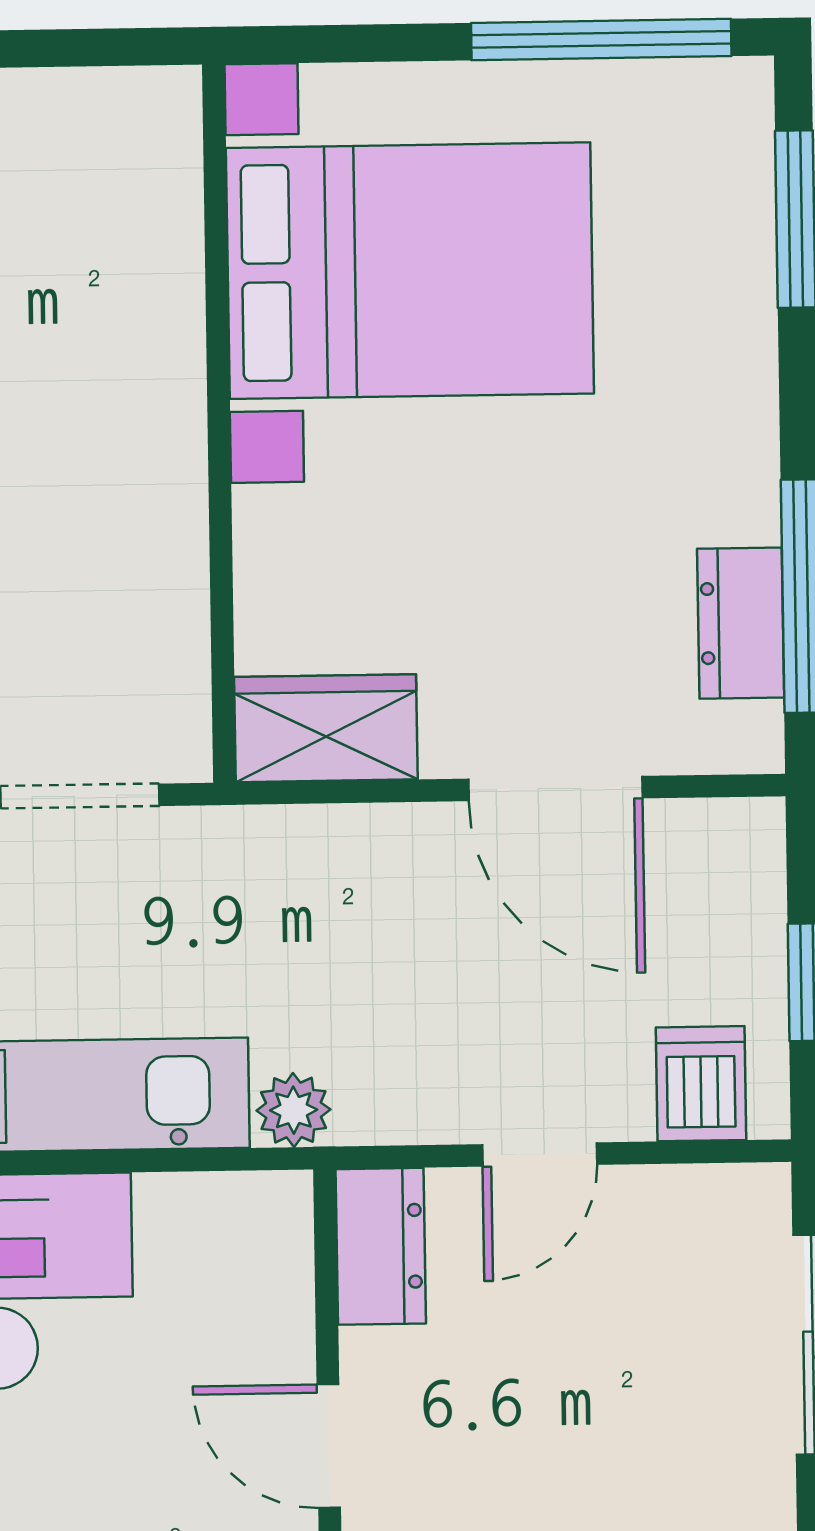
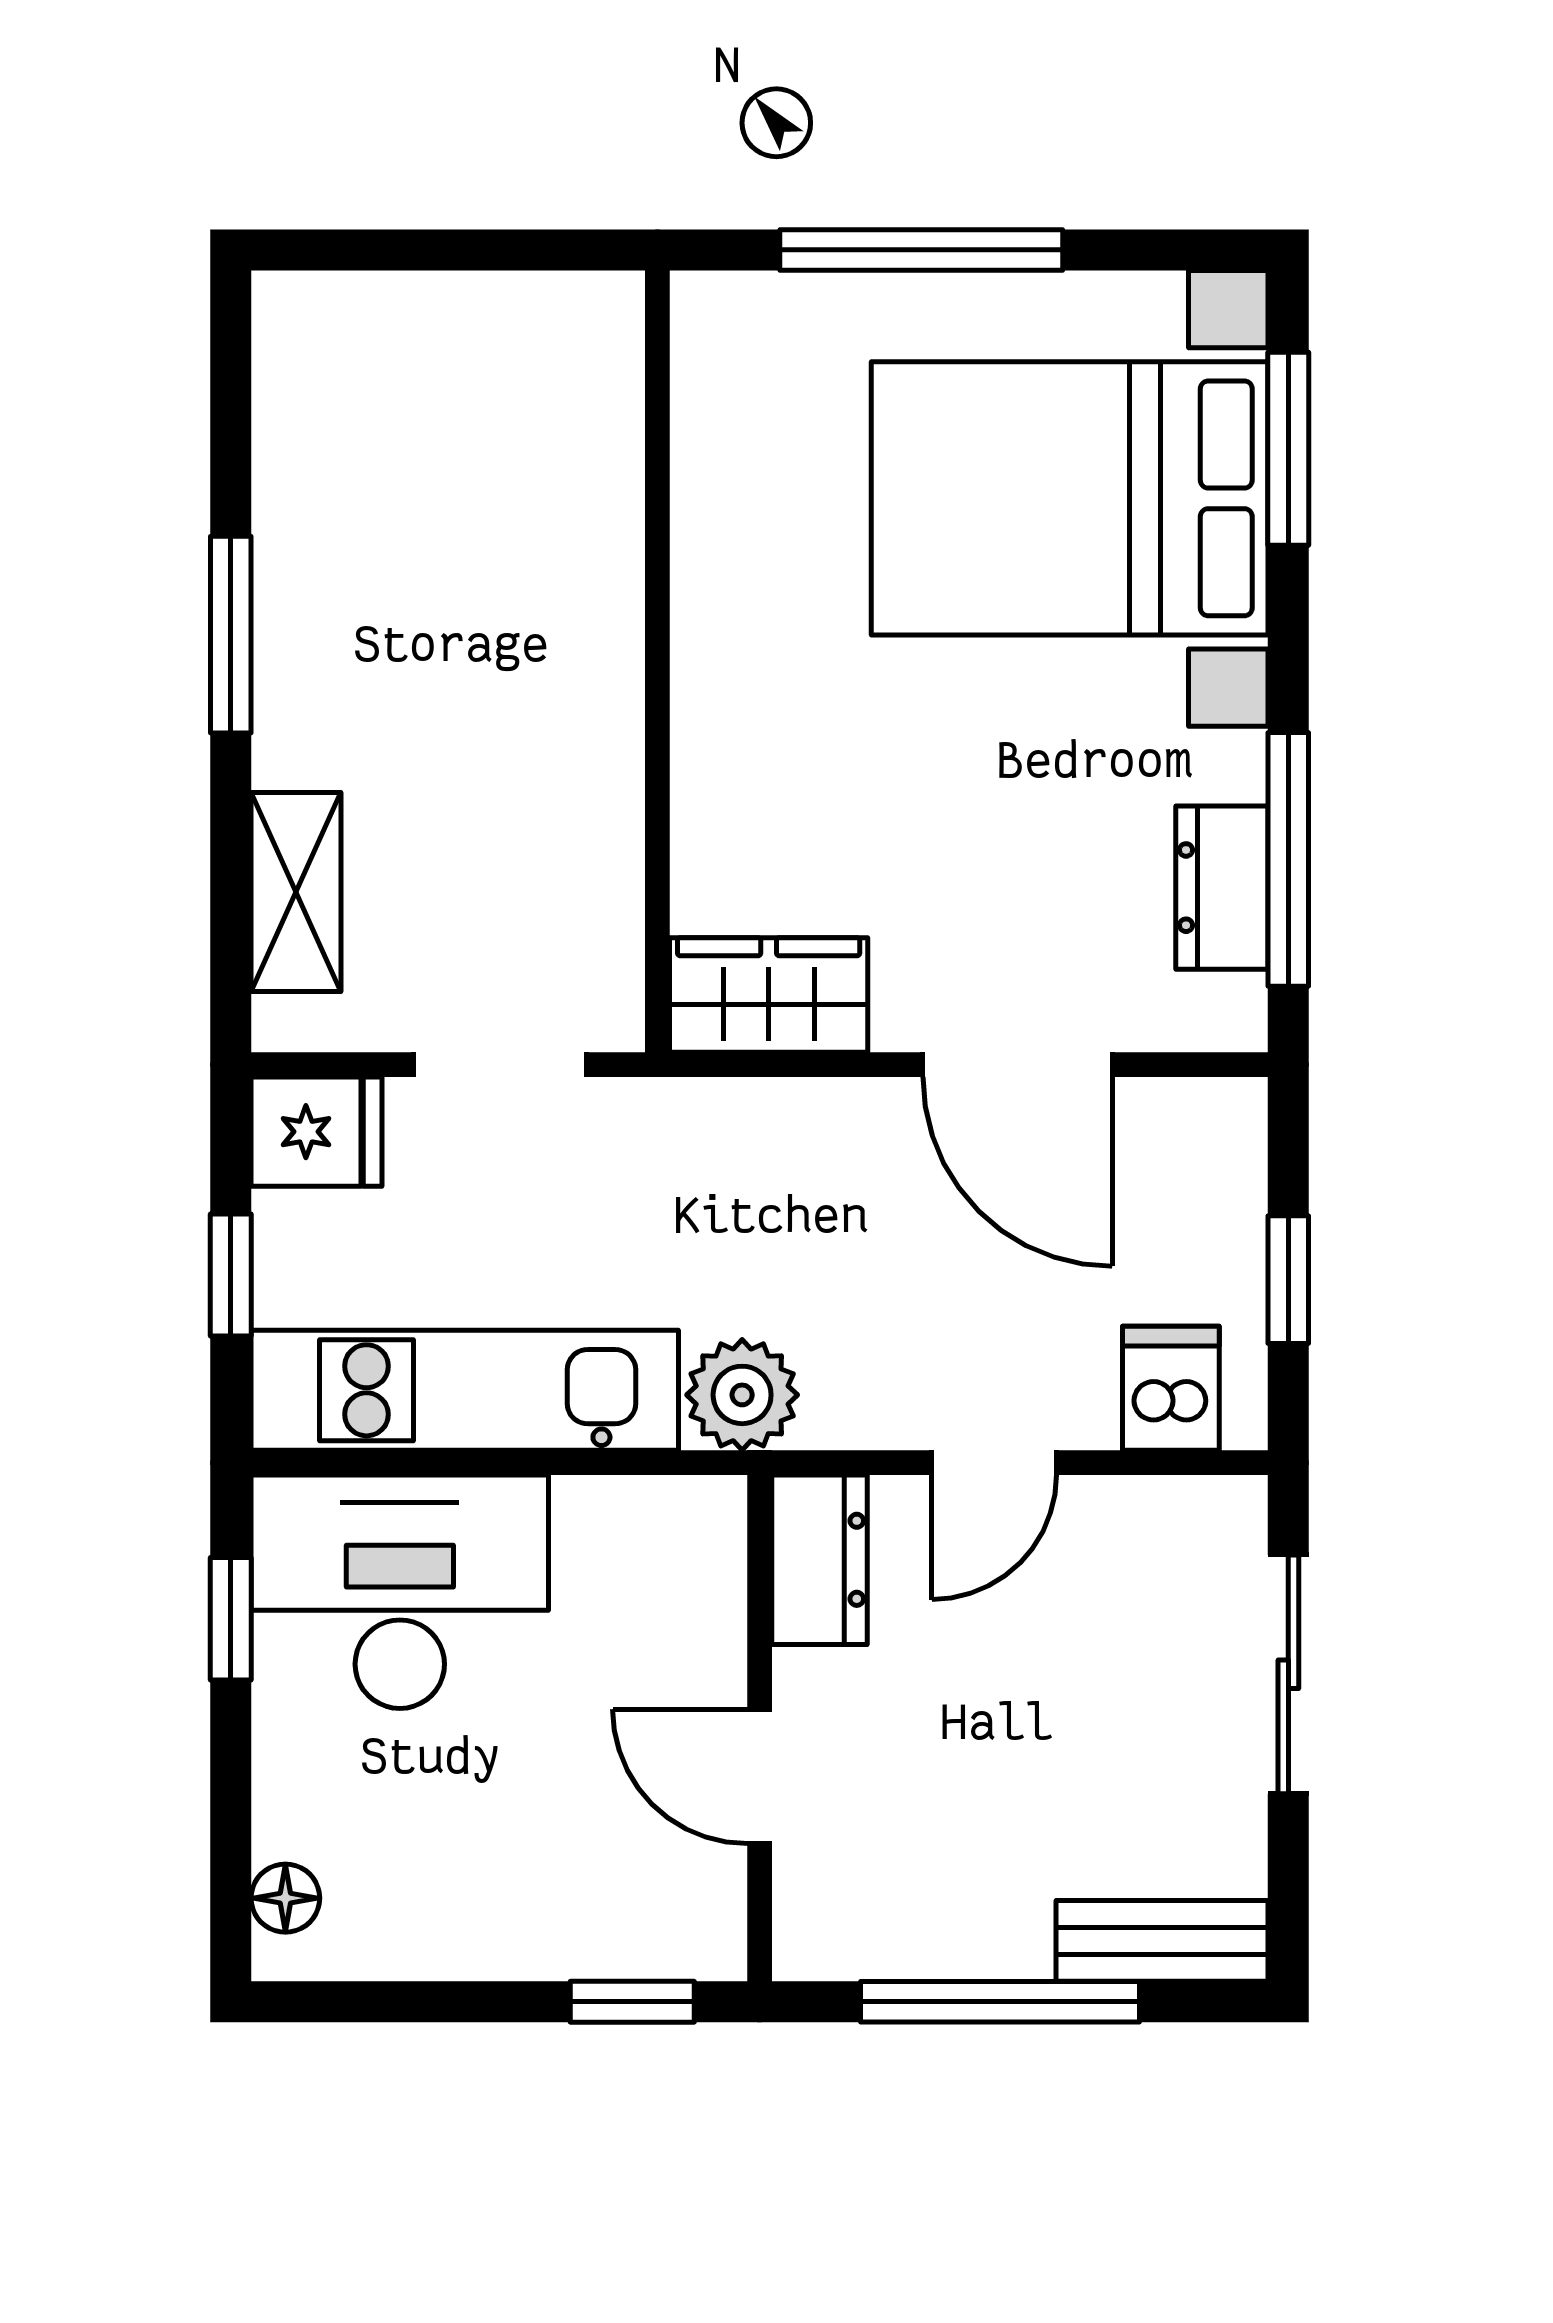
window: (601, 39) -> (921, 250), moved
bed with nightstands: (410, 271) -> (1070, 498), moved, turned 180
plant: (294, 1110) -> (742, 1395), width x1.38, depth x1.38

